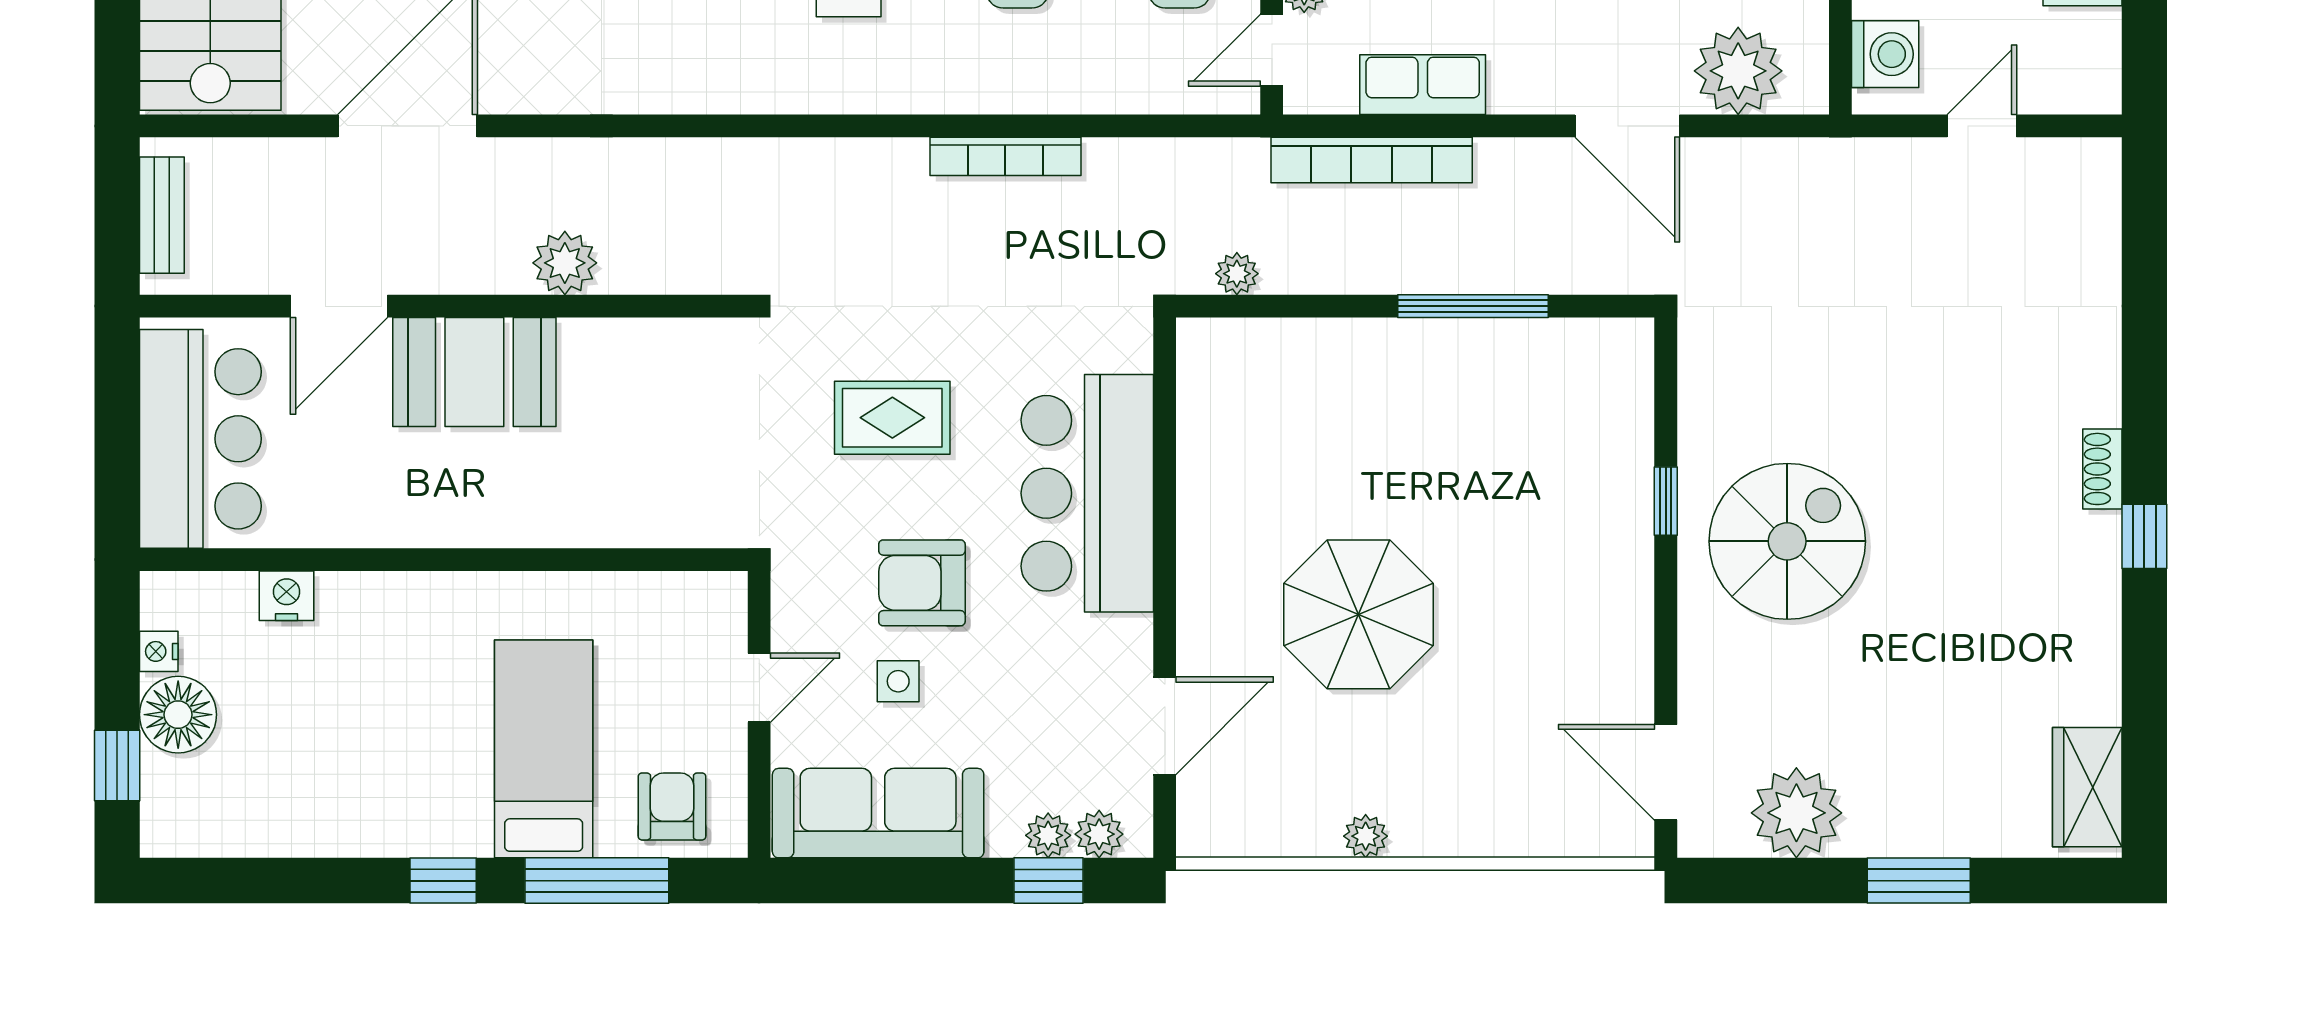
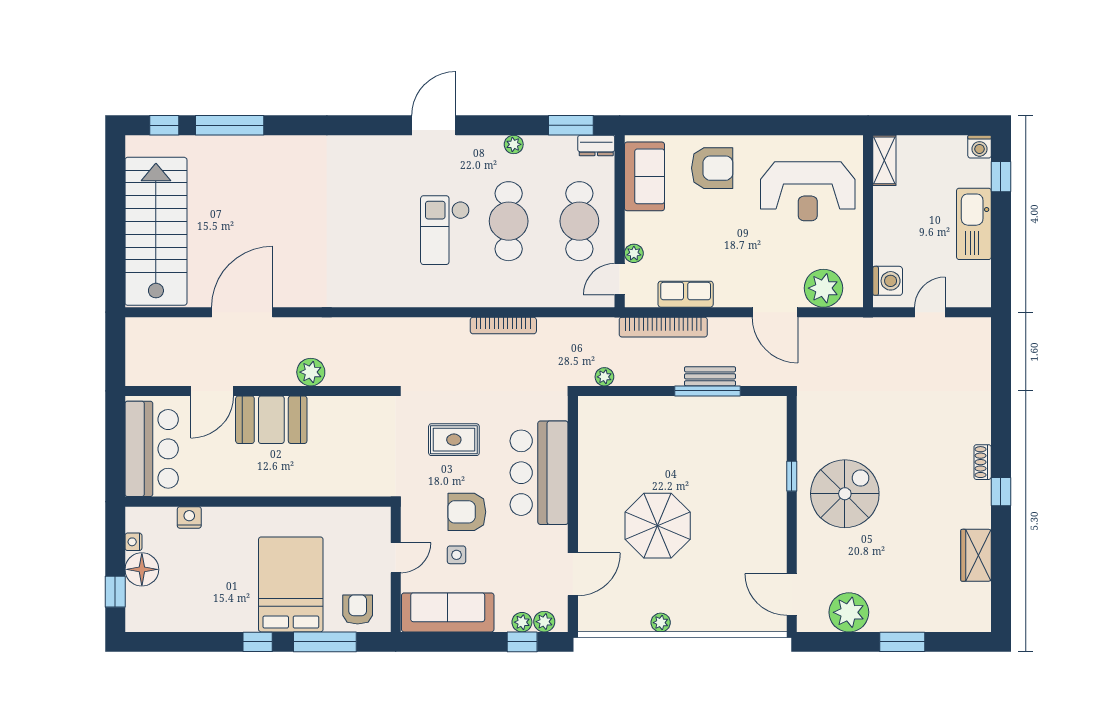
bench: (162, 215) -> (710, 376), moved, turned 90
bed: (544, 749) -> (291, 584), width x1.50
wardrobe: (2087, 787) -> (976, 555), moved

